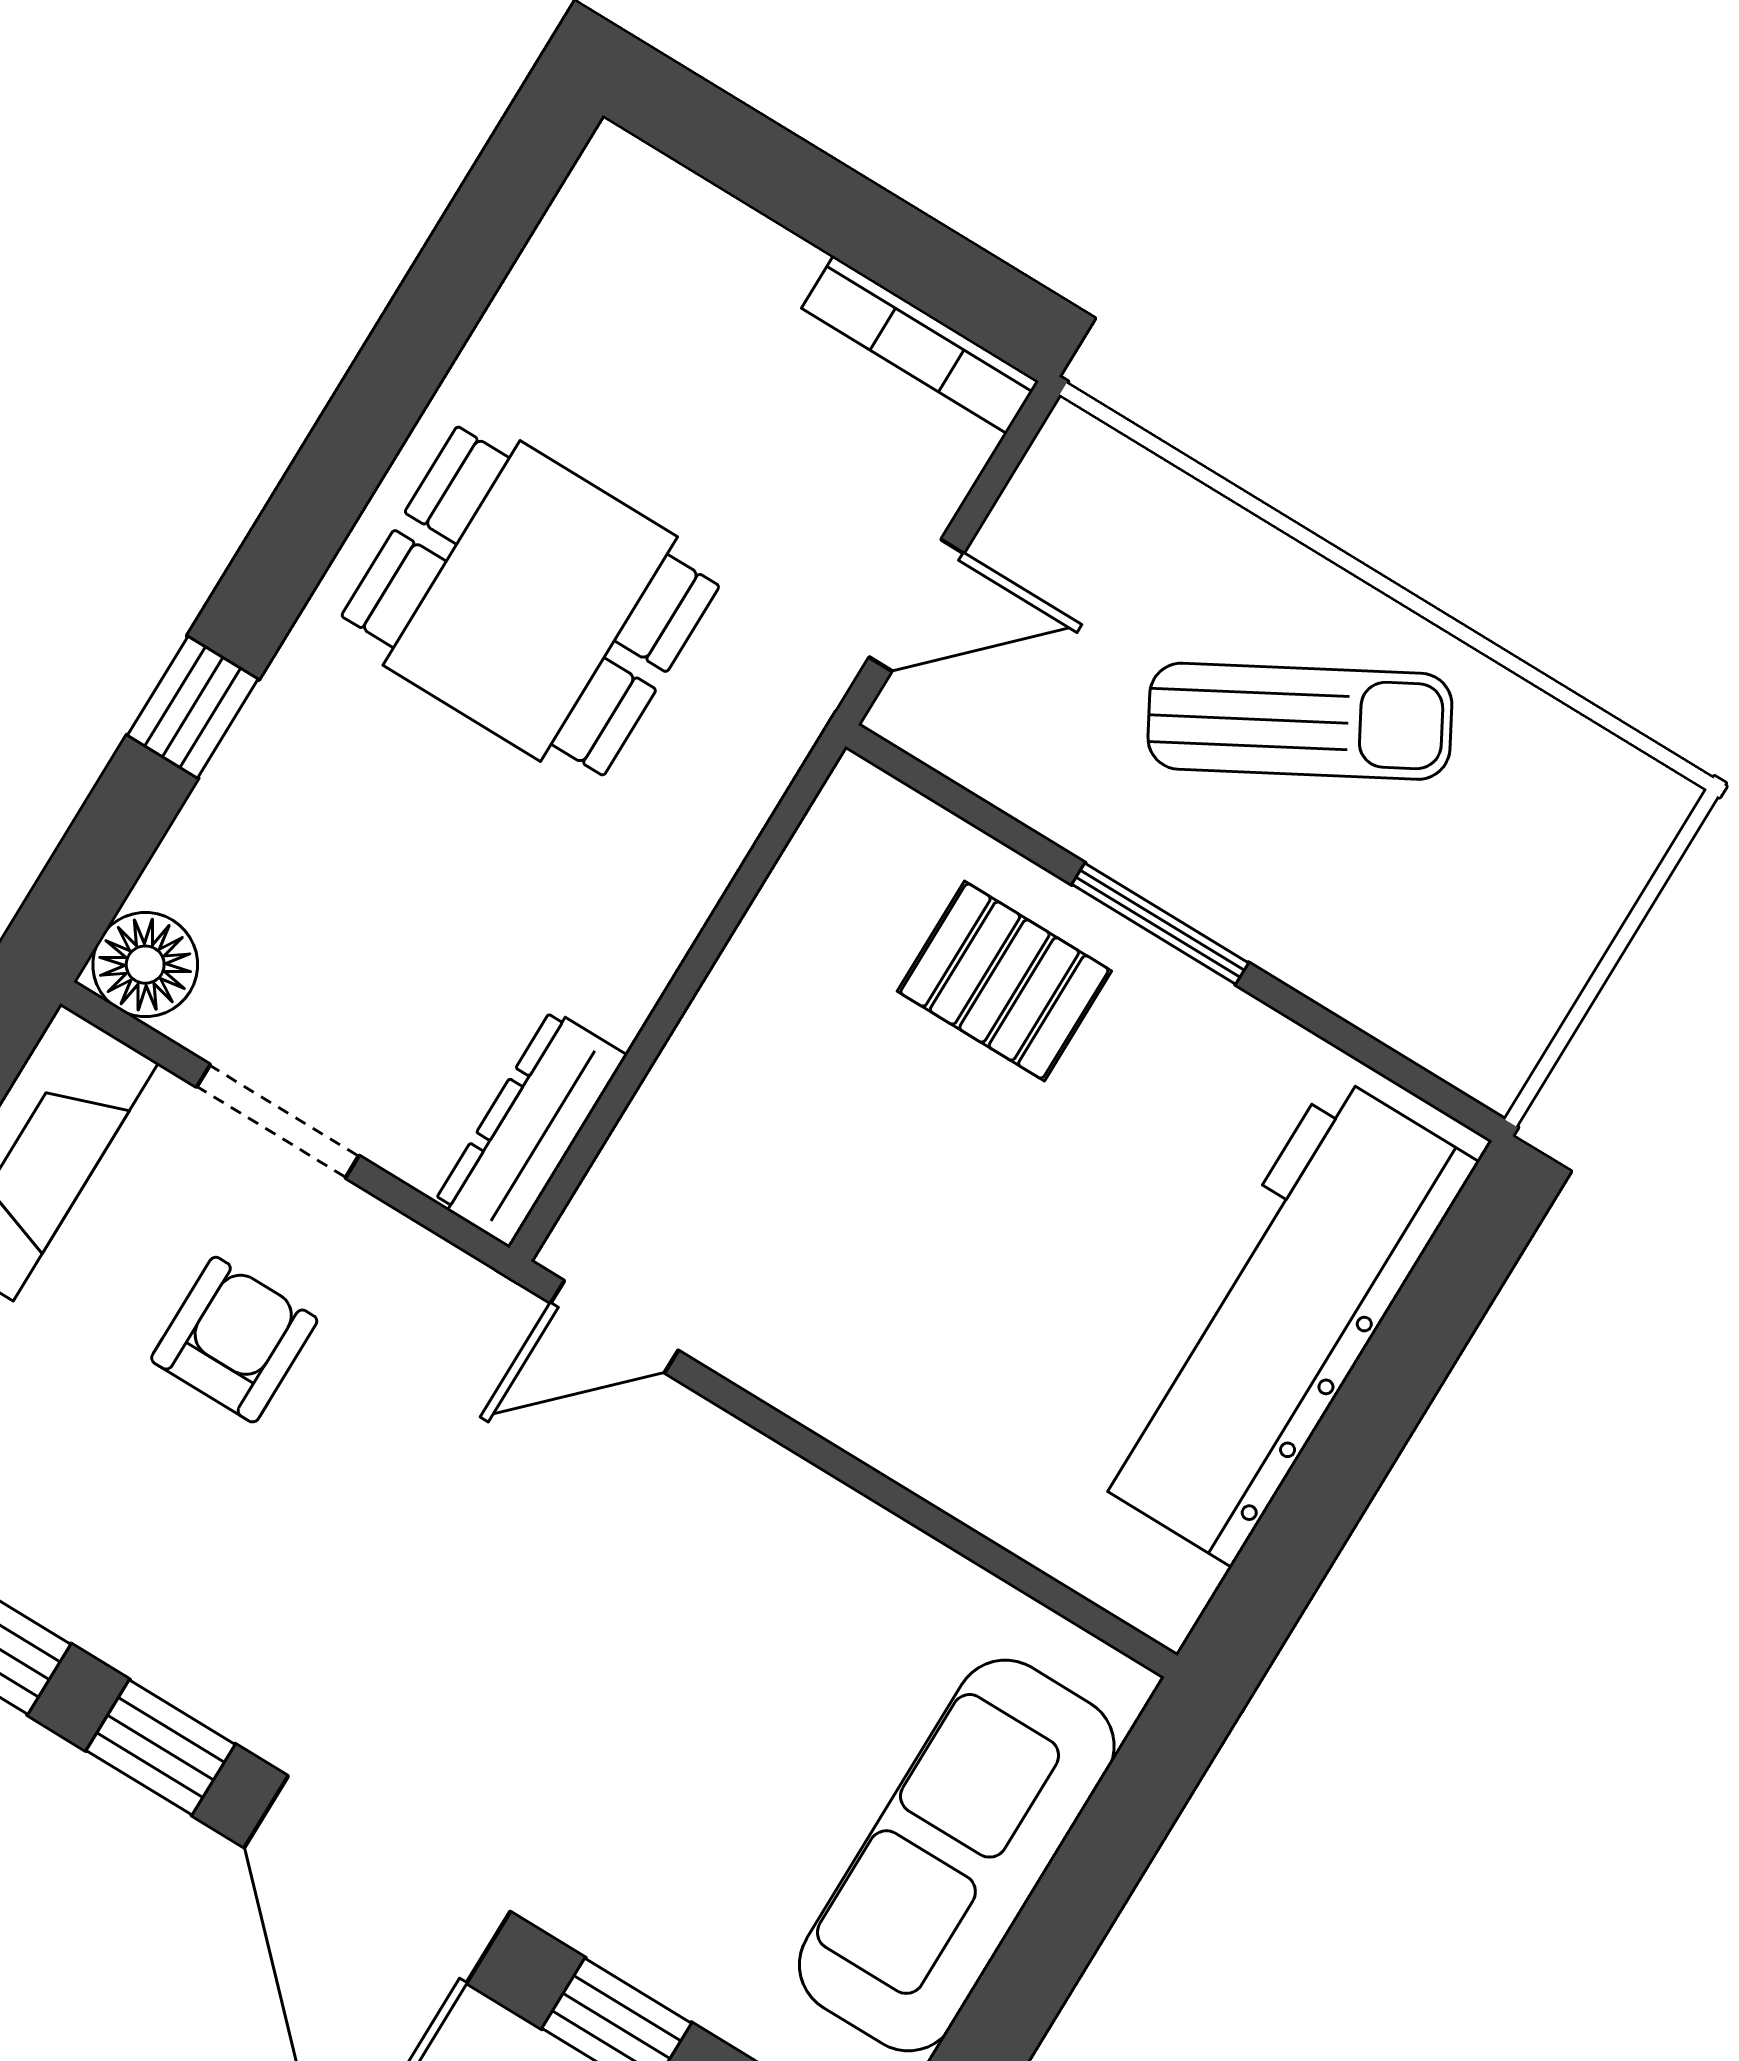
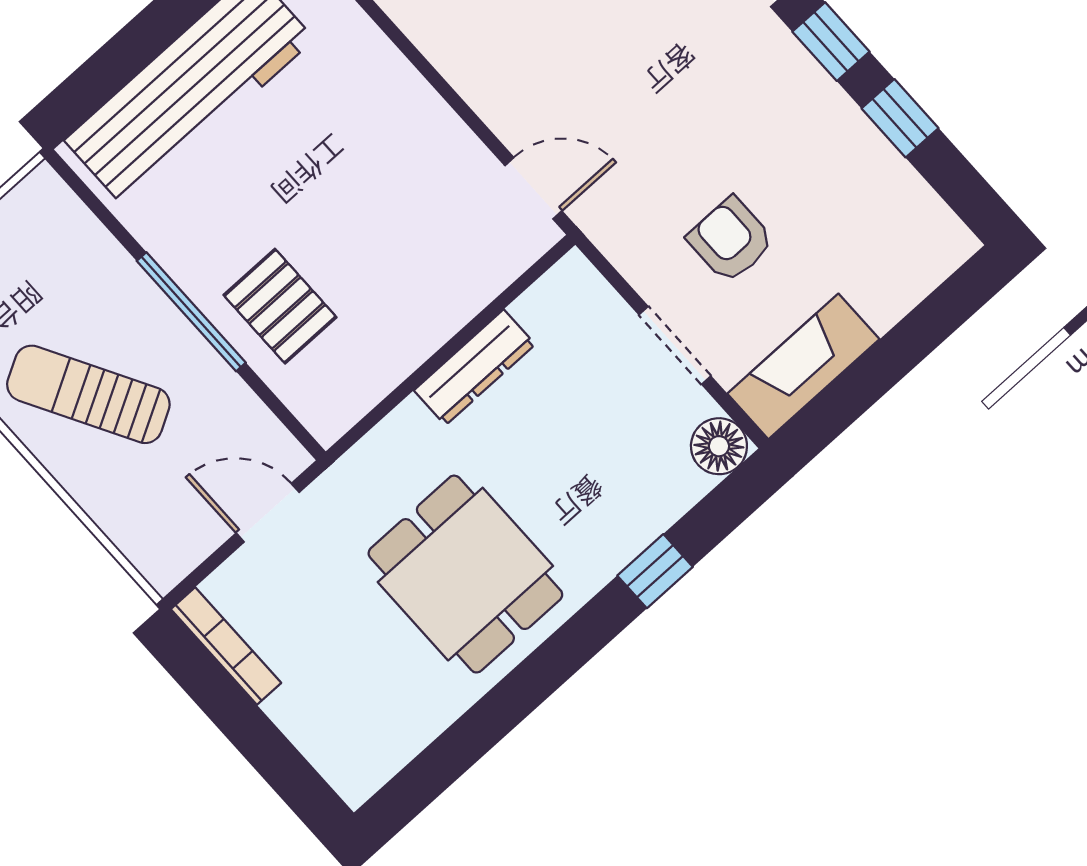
window: (1160, 924) -> (191, 312), width x1.44
dresser: (531, 1129) -> (475, 367), moved
armchair: (234, 1340) -> (731, 240), turned 90

